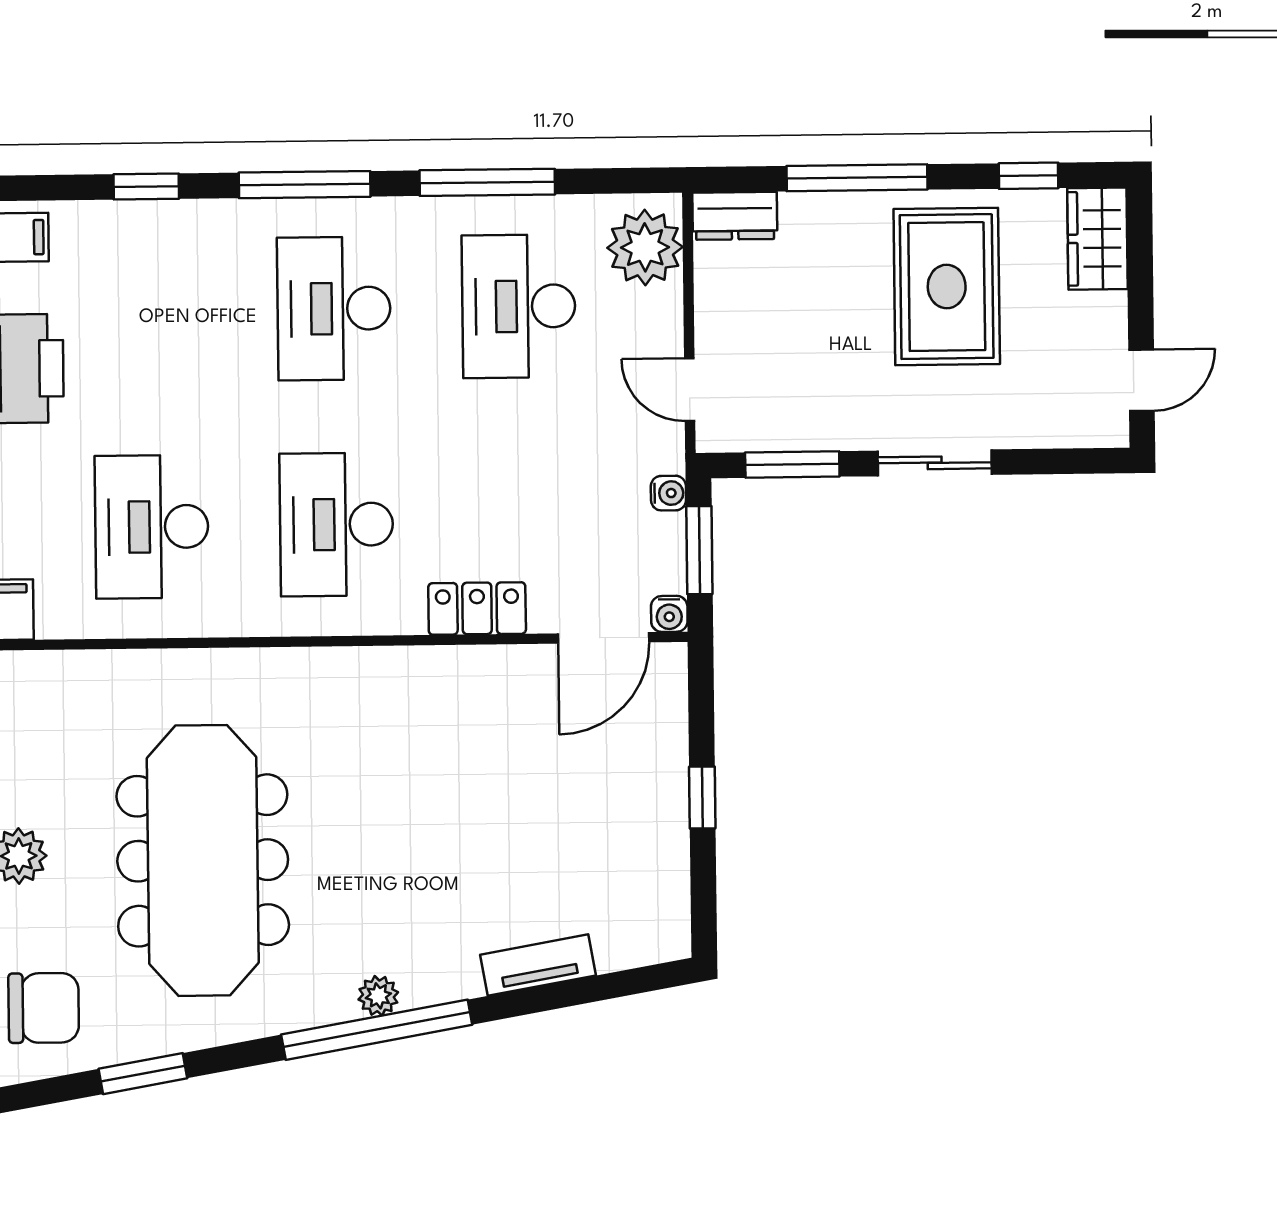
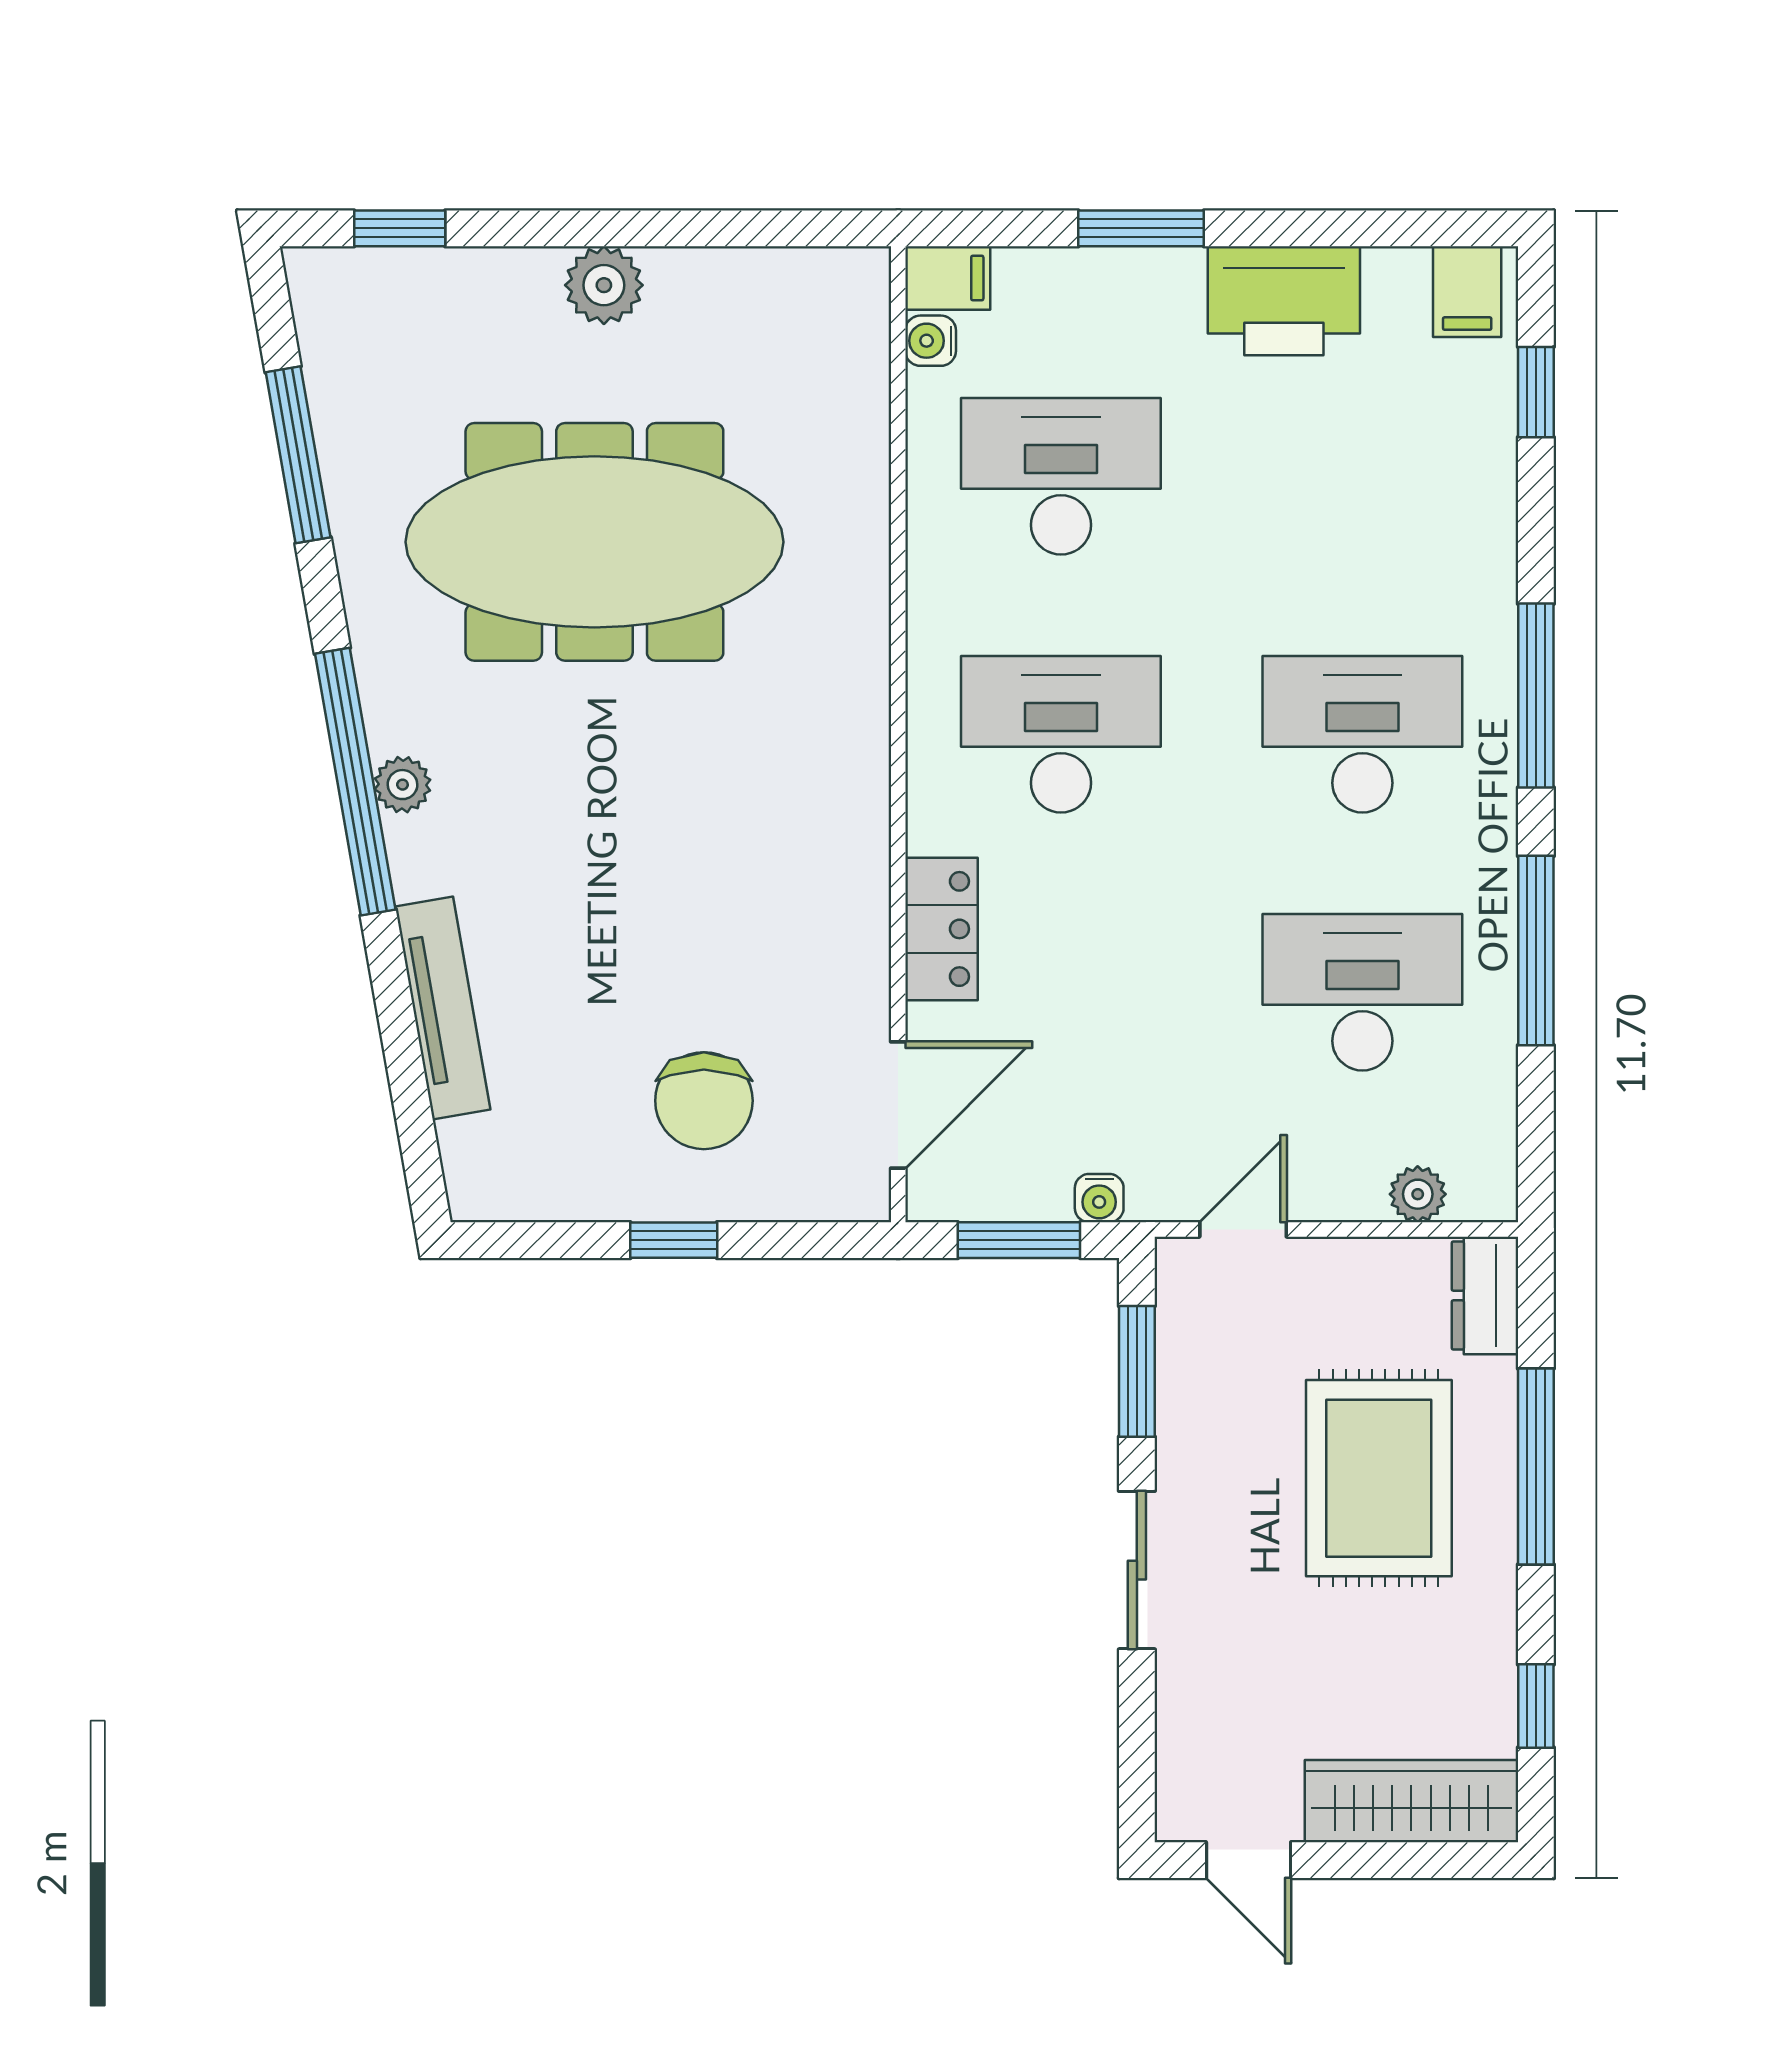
window: (146, 187) -> (1536, 392), moved
wardrobe: (1097, 239) -> (1411, 1801), width x1.50
plant: (645, 247) -> (1418, 1194), width x0.53, depth x0.53
rug: (947, 287) -> (1379, 1478), moved, turned 90
water cooler: (669, 614) -> (931, 341), moved
door: (604, 638) -> (898, 1105), swing flipped
tv unit: (538, 965) -> (443, 1008), width x1.41
chair: (44, 1008) -> (704, 1101), moved
window: (143, 1074) -> (298, 455), width x1.44

